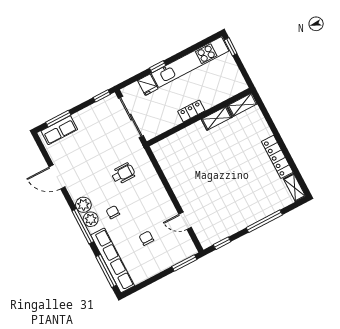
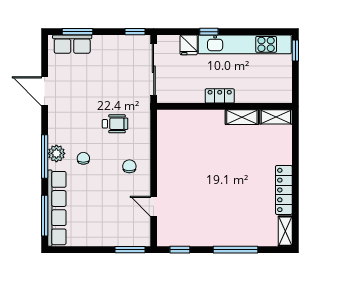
plant: (83, 205) -> (57, 135), removed
chair: (146, 238) -> (129, 166), moved

